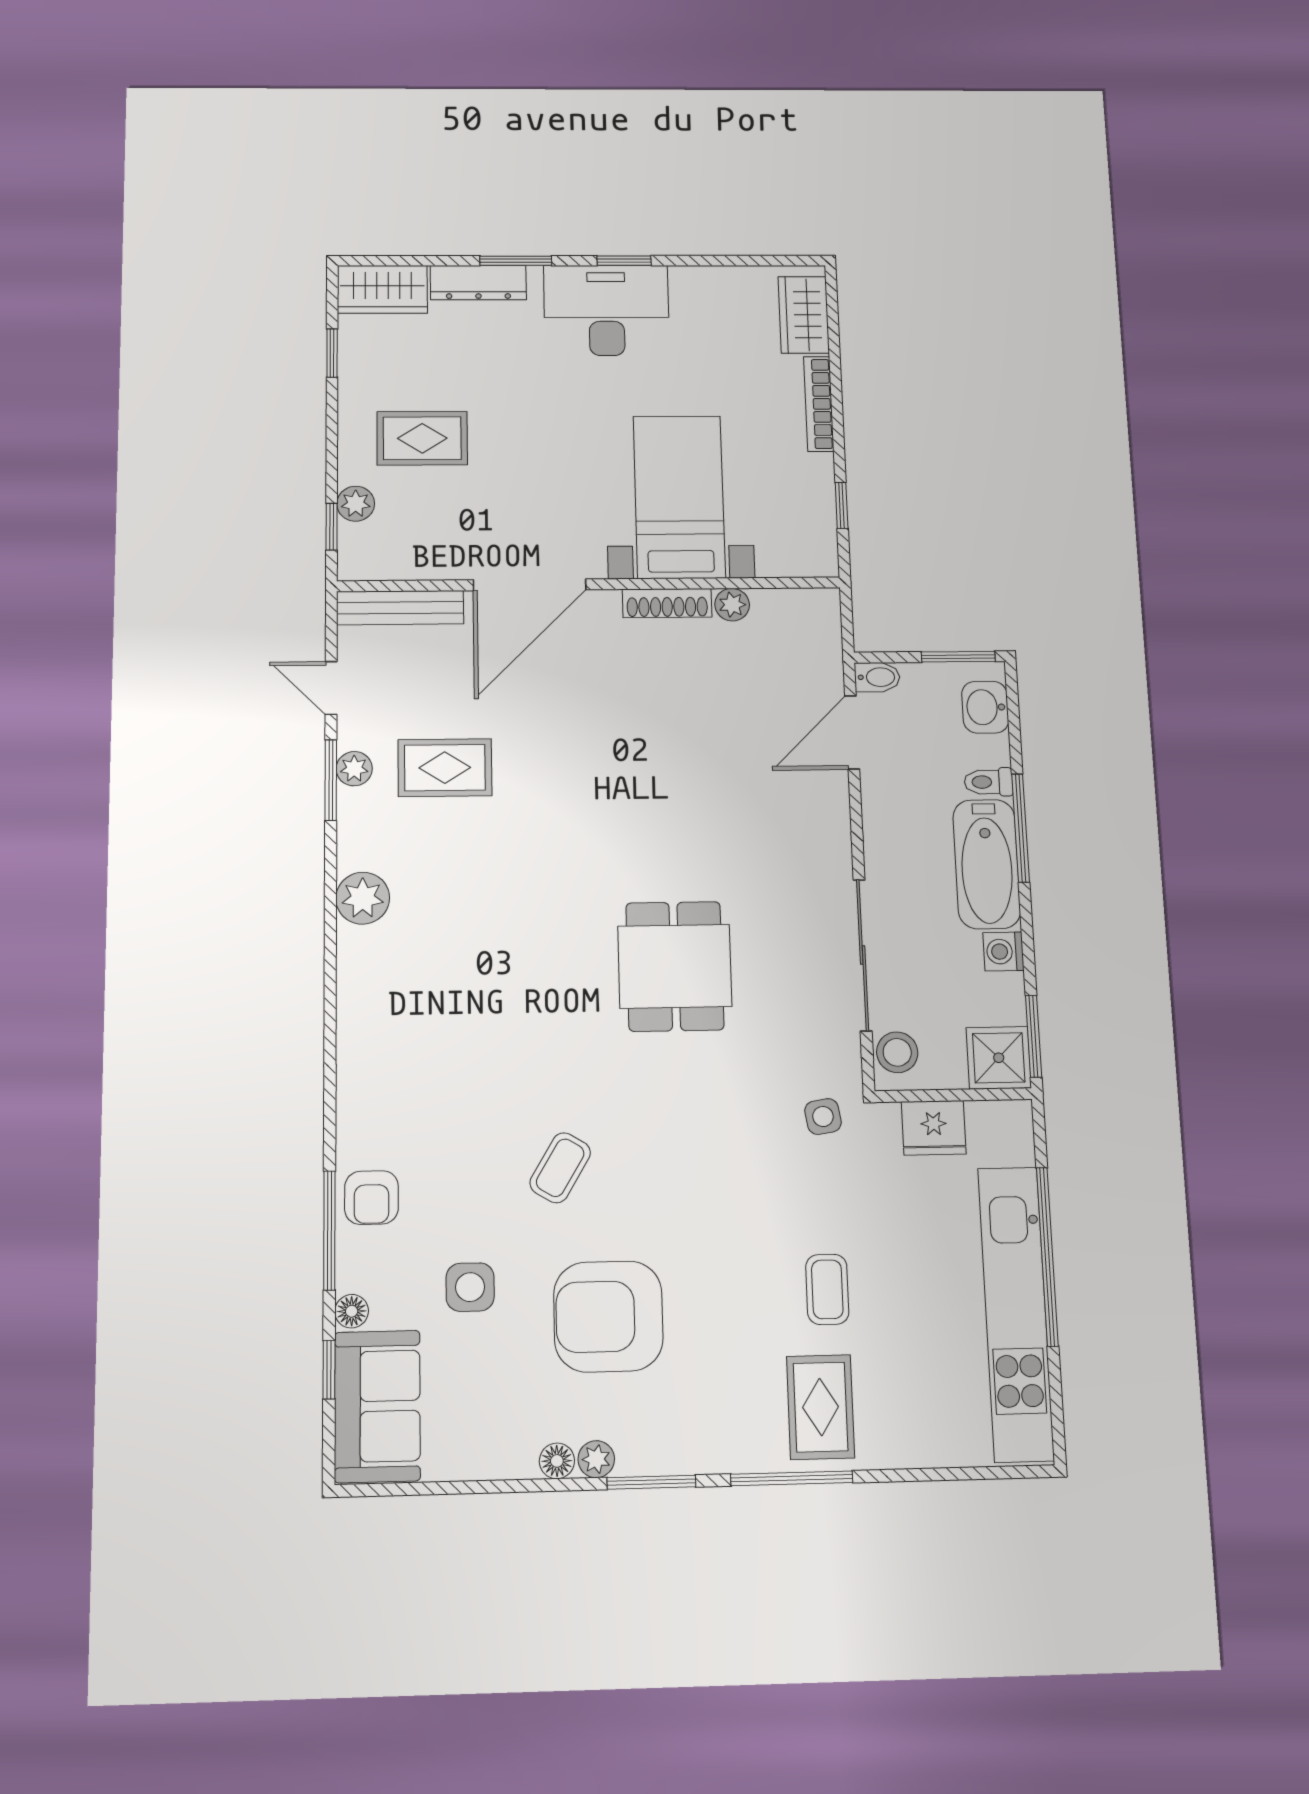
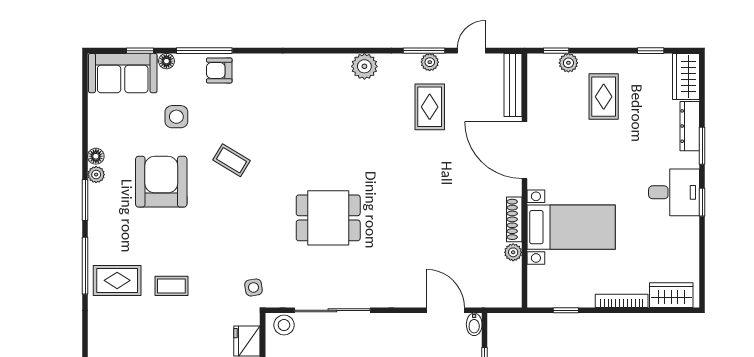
desk: (606, 310) -> (674, 192), width x0.73

